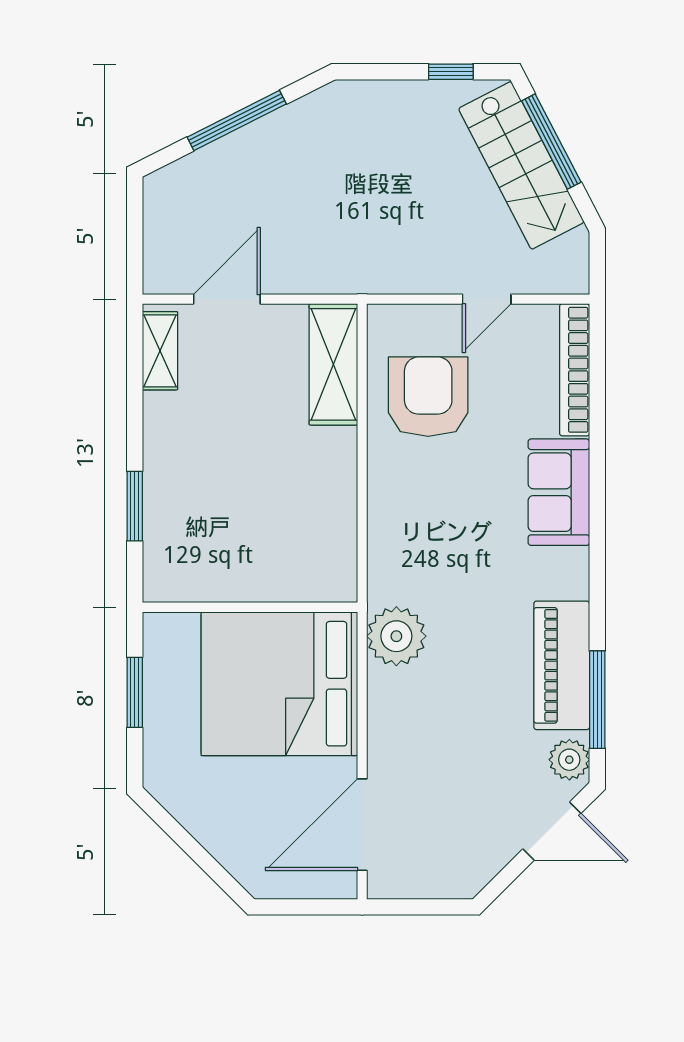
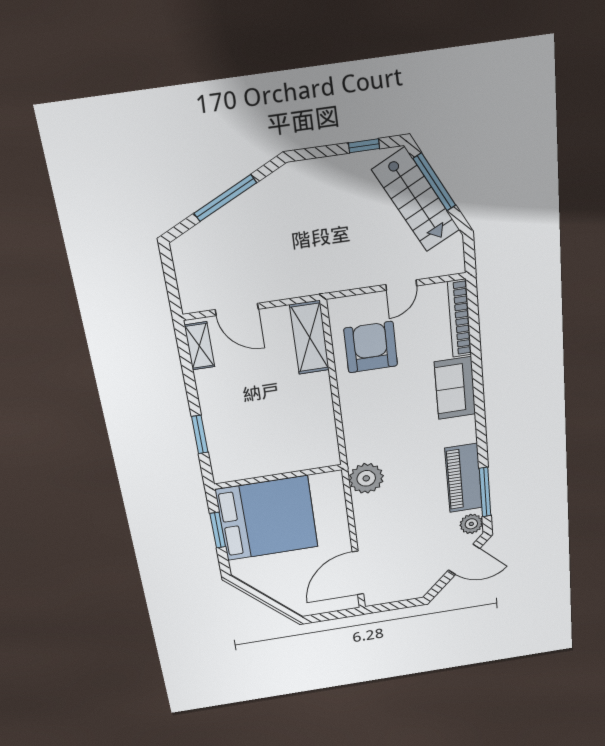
door: (227, 299) -> (237, 309), swing flipped
bed: (279, 684) -> (267, 518), moved, turned 180

